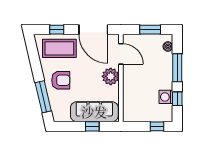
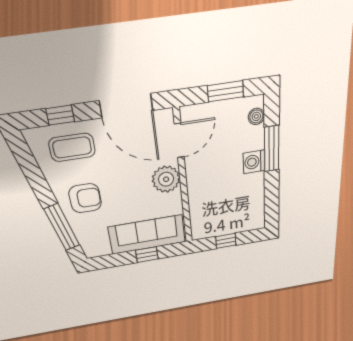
coffee table: (59, 48) -> (72, 147), width x0.73, depth x0.76
door: (121, 54) -> (179, 140), hinge flipped
washing machine: (166, 97) -> (254, 162), moved
window: (177, 99) -> (272, 195), removed
window: (157, 126) -> (226, 241), moved

